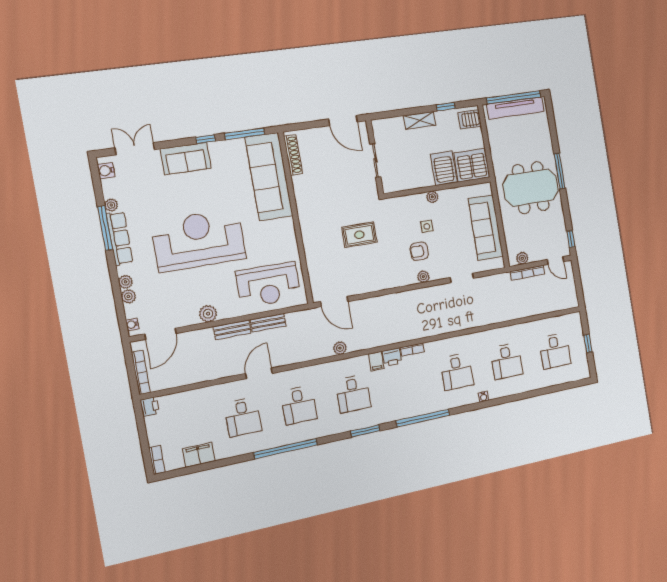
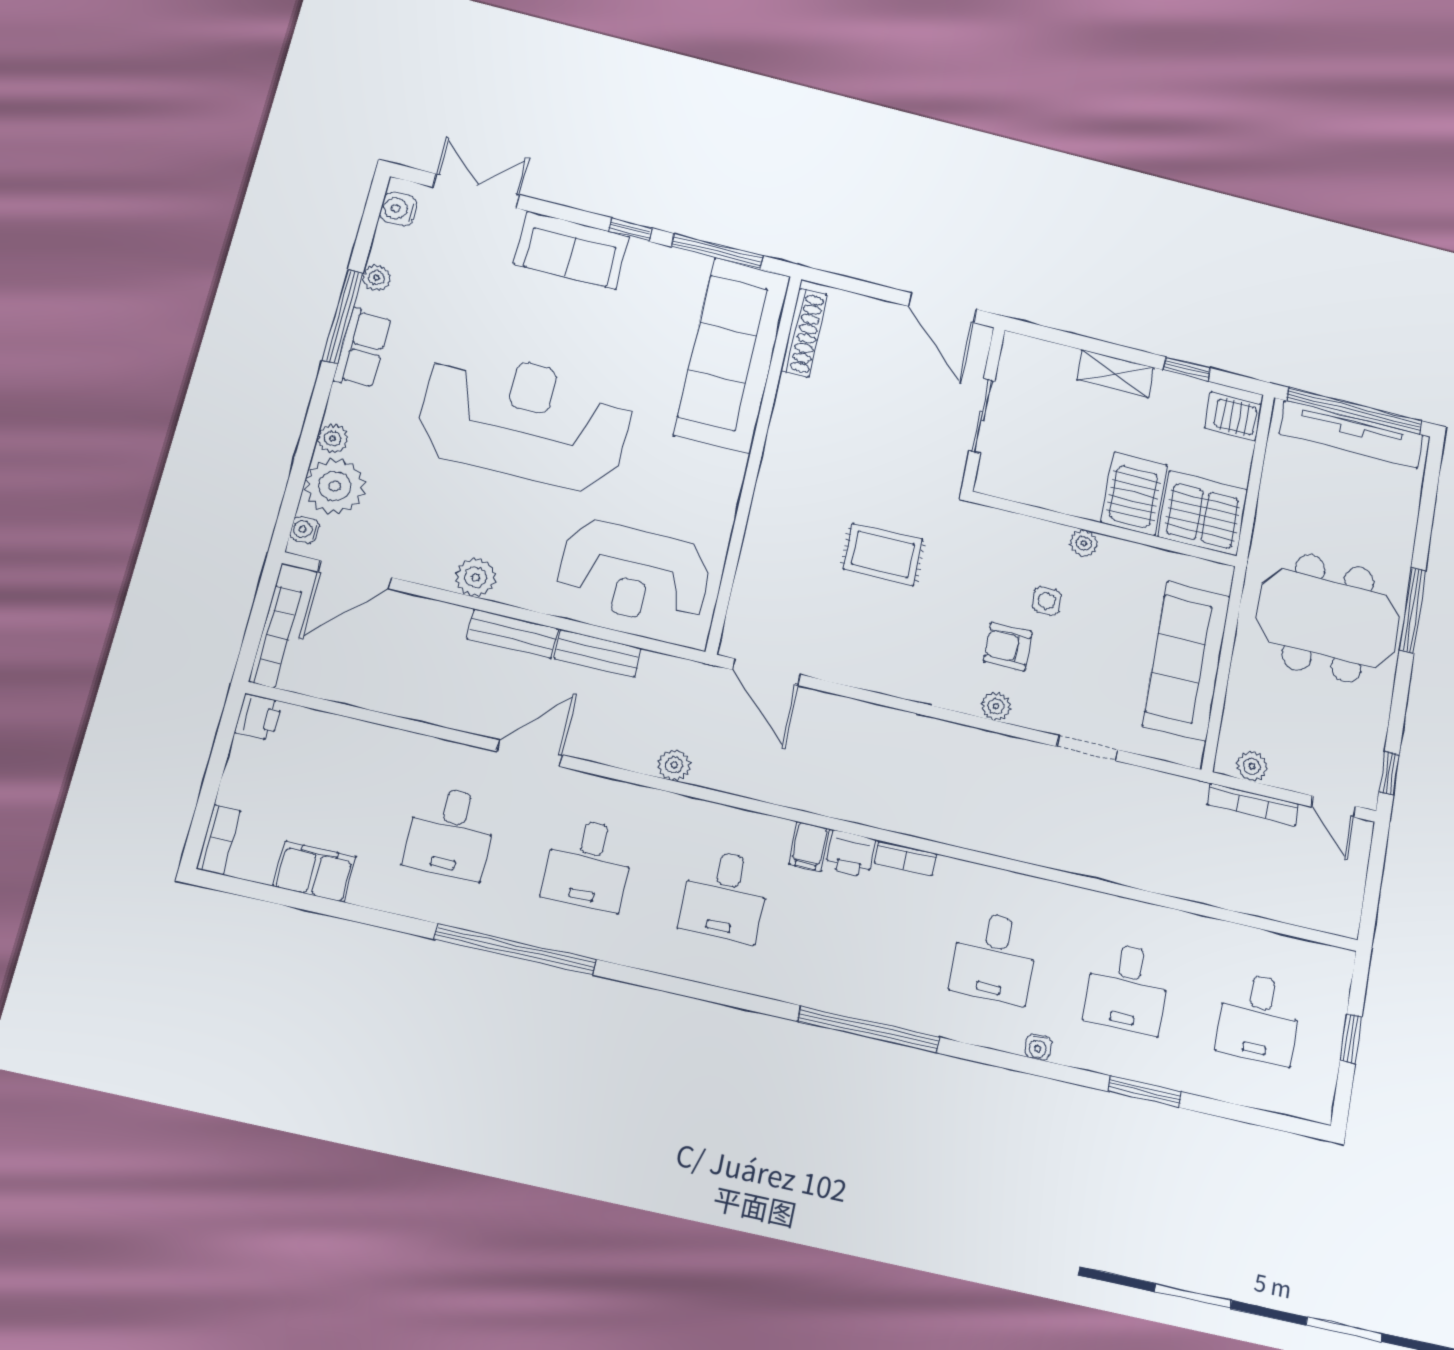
row of seats: (120, 238) -> (362, 348), width x0.68
plant: (128, 296) -> (335, 486), width x1.88, depth x1.88
plant: (340, 348) -> (674, 765), moved
window: (365, 431) -> (1145, 1092), moved

